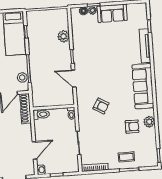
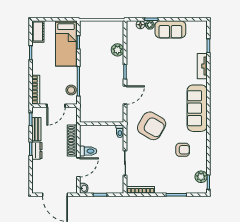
tv unit: (145, 46) -> (202, 66), width x0.71
door: (74, 79) -> (125, 95), swing flipped
armchair: (101, 106) -> (152, 126), width x1.88, depth x1.88
shoe rack: (26, 109) -> (72, 140), moved
toilet: (41, 114) -> (88, 151), moved
plant: (149, 122) -> (201, 177), moved
coffee table: (126, 157) -> (174, 181), removed

